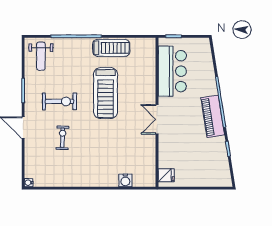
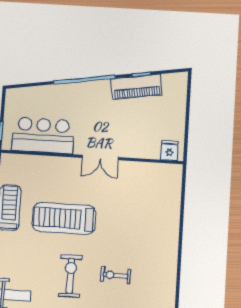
treadmill: (105, 93) -> (64, 218), turned 180
piano: (213, 116) -> (136, 87), moved
water cooler: (125, 180) -> (173, 201), removed

